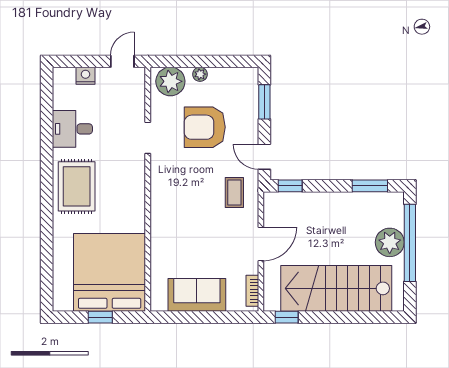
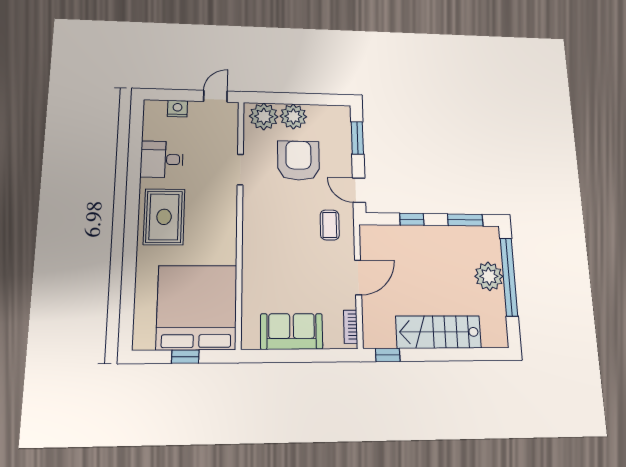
plant: (200, 74) -> (293, 116), width x1.87, depth x1.87
armchair: (205, 127) -> (298, 161), turned 90
window: (290, 186) -> (412, 219), moved
stairs: (336, 288) -> (438, 332), width x0.73, depth x0.66

